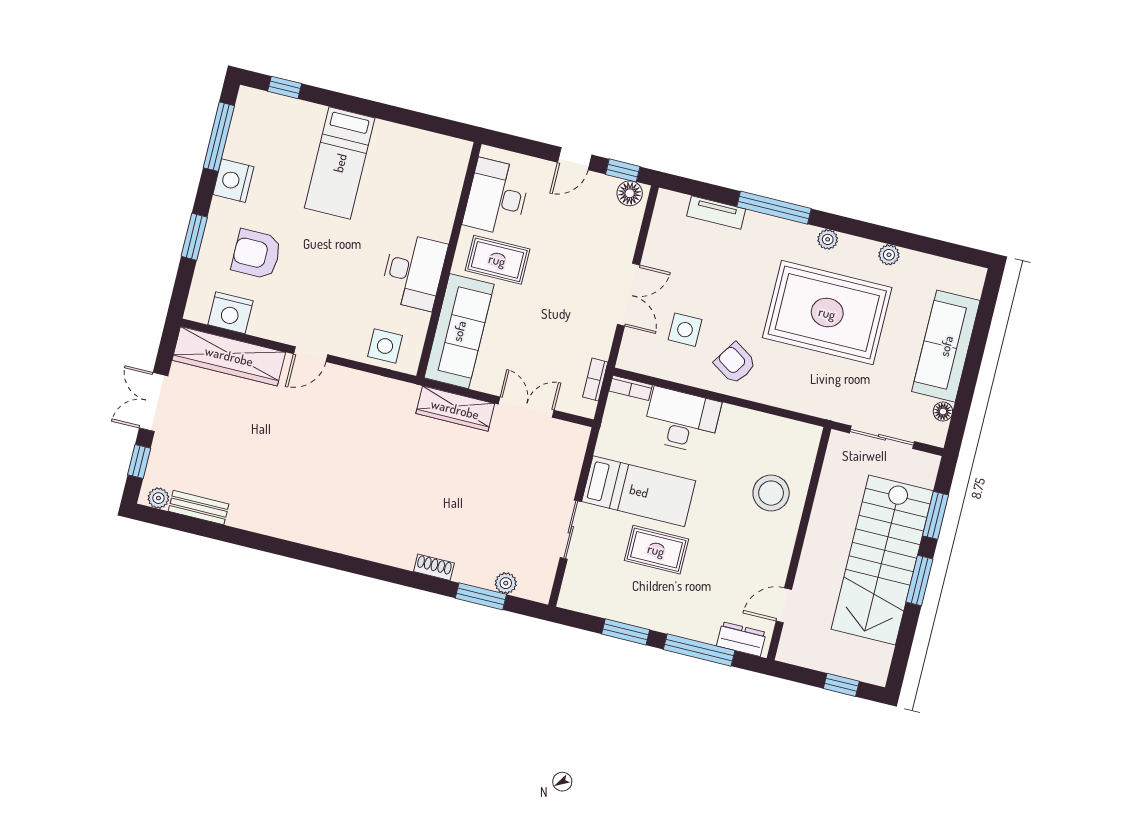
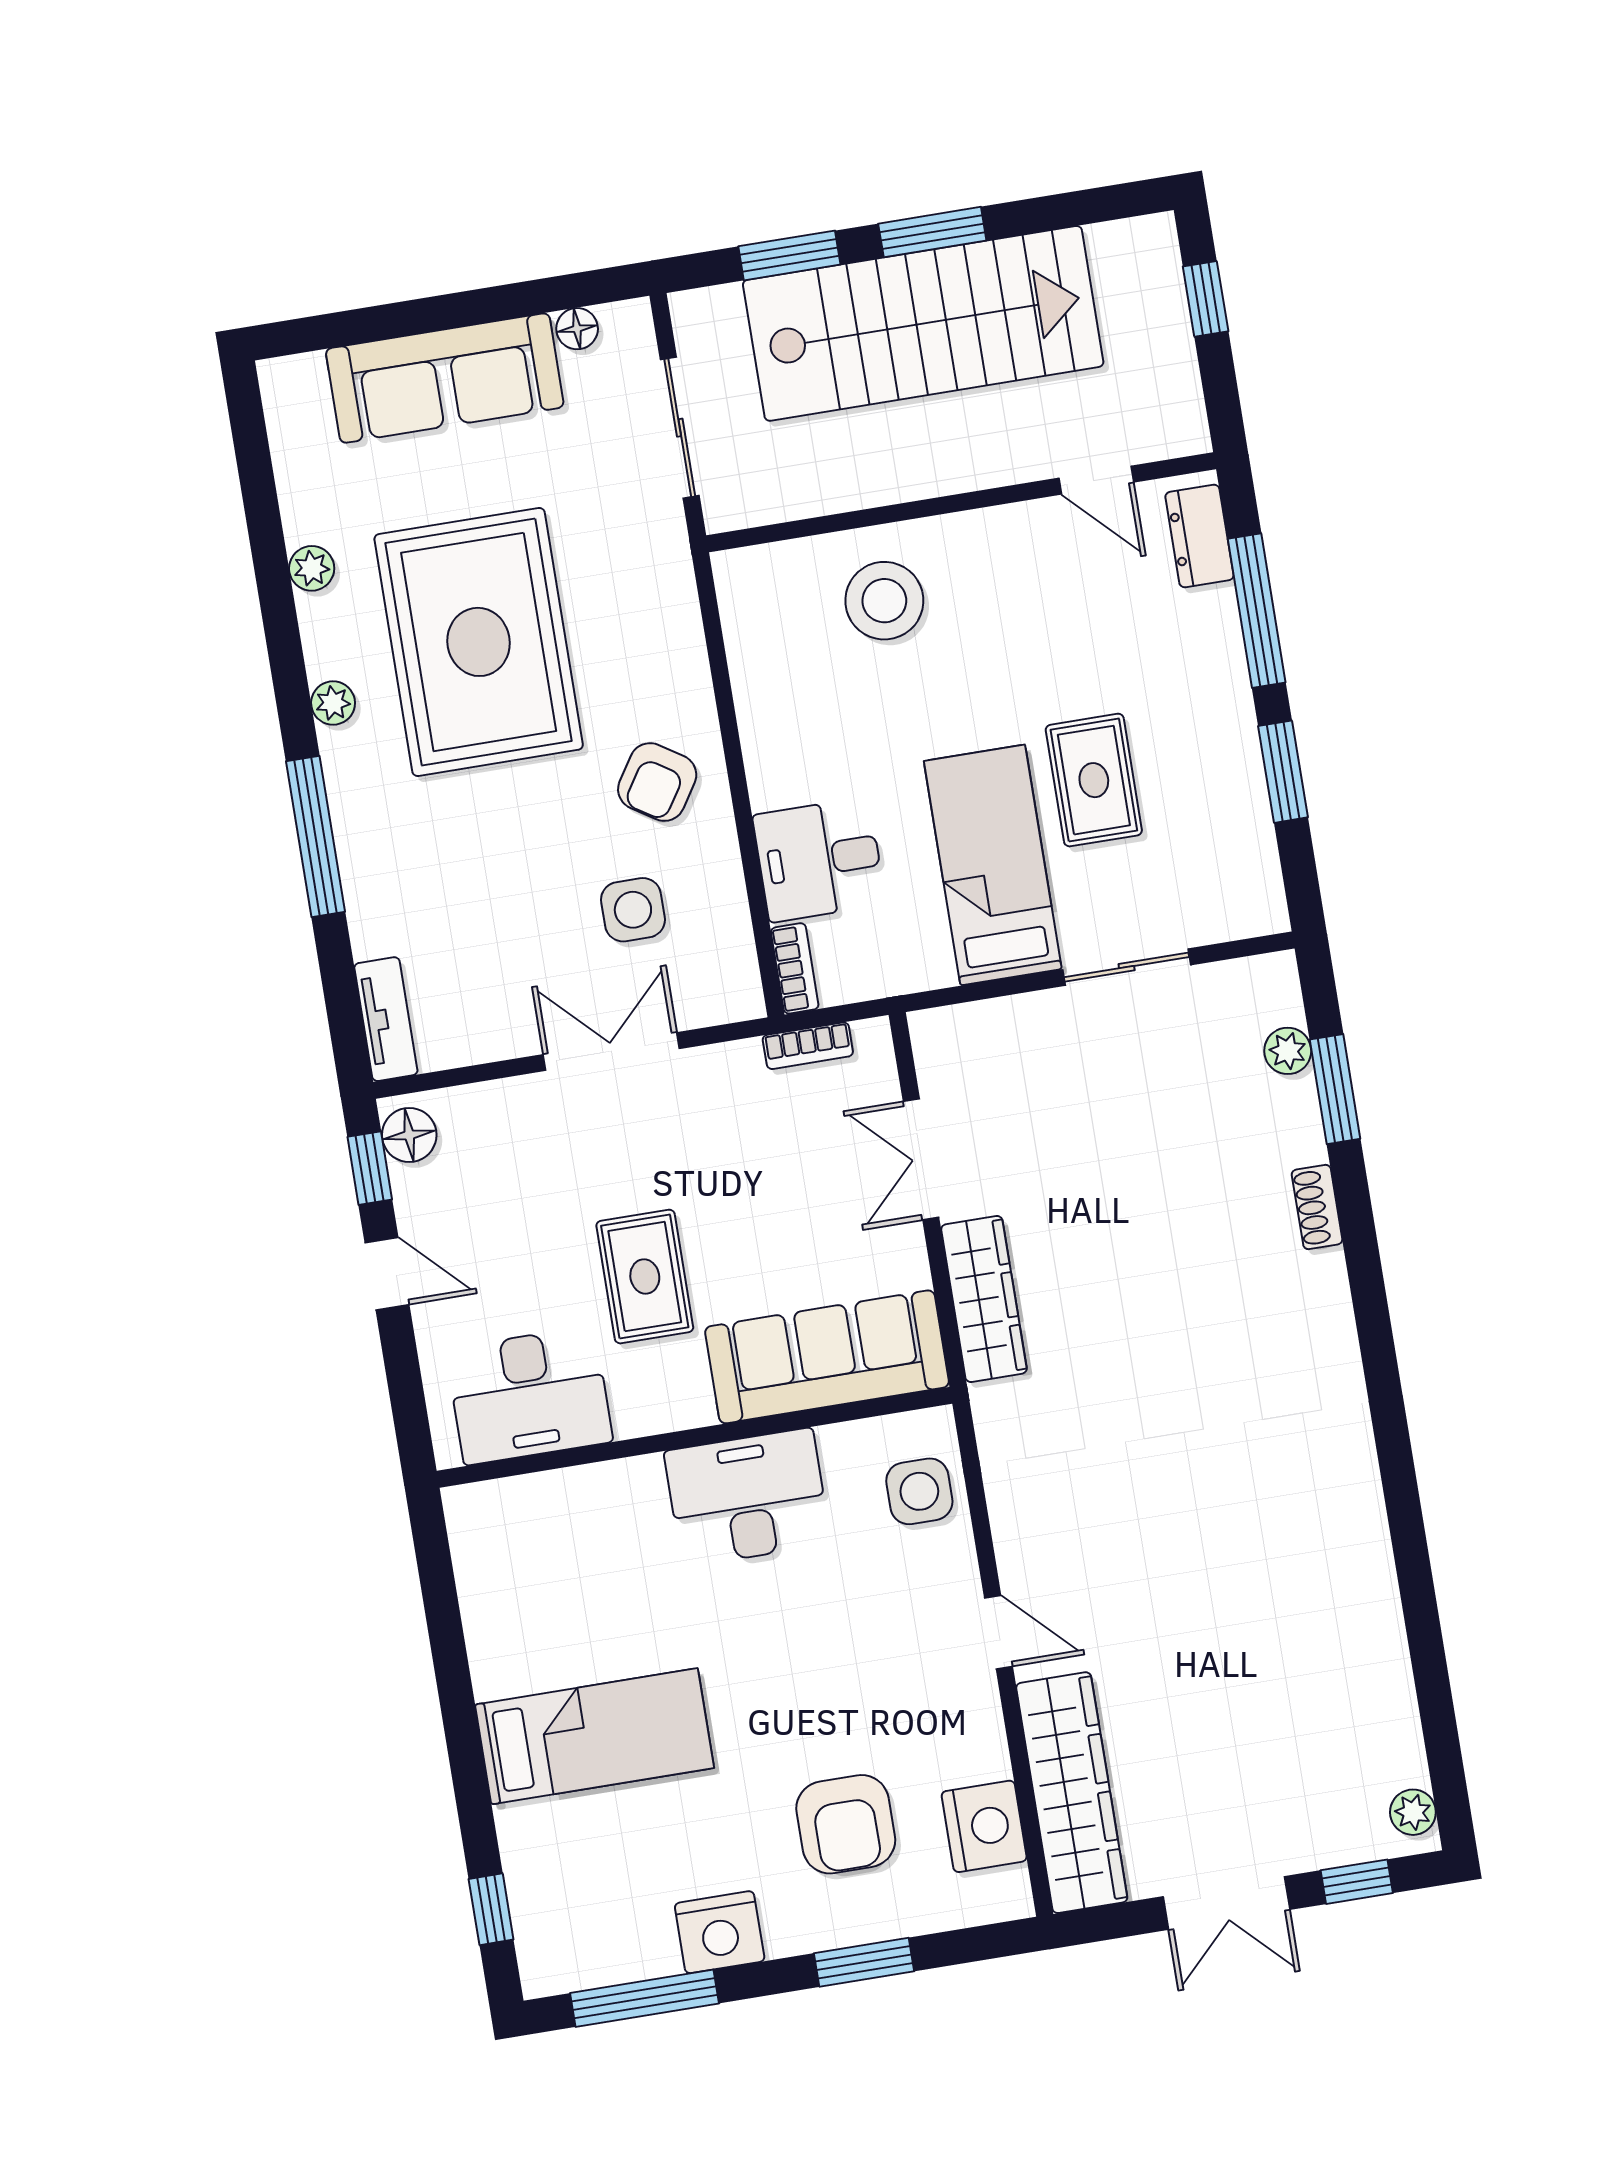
tv unit: (716, 213) -> (386, 1019), moved
rug: (497, 260) -> (645, 1277), moved
desk: (682, 420) -> (819, 860), width x0.73
bench: (199, 508) -> (1398, 1725), removed

